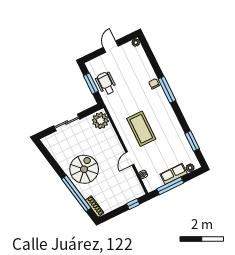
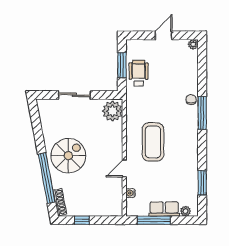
window: (133, 204) -> (82, 220), moved

